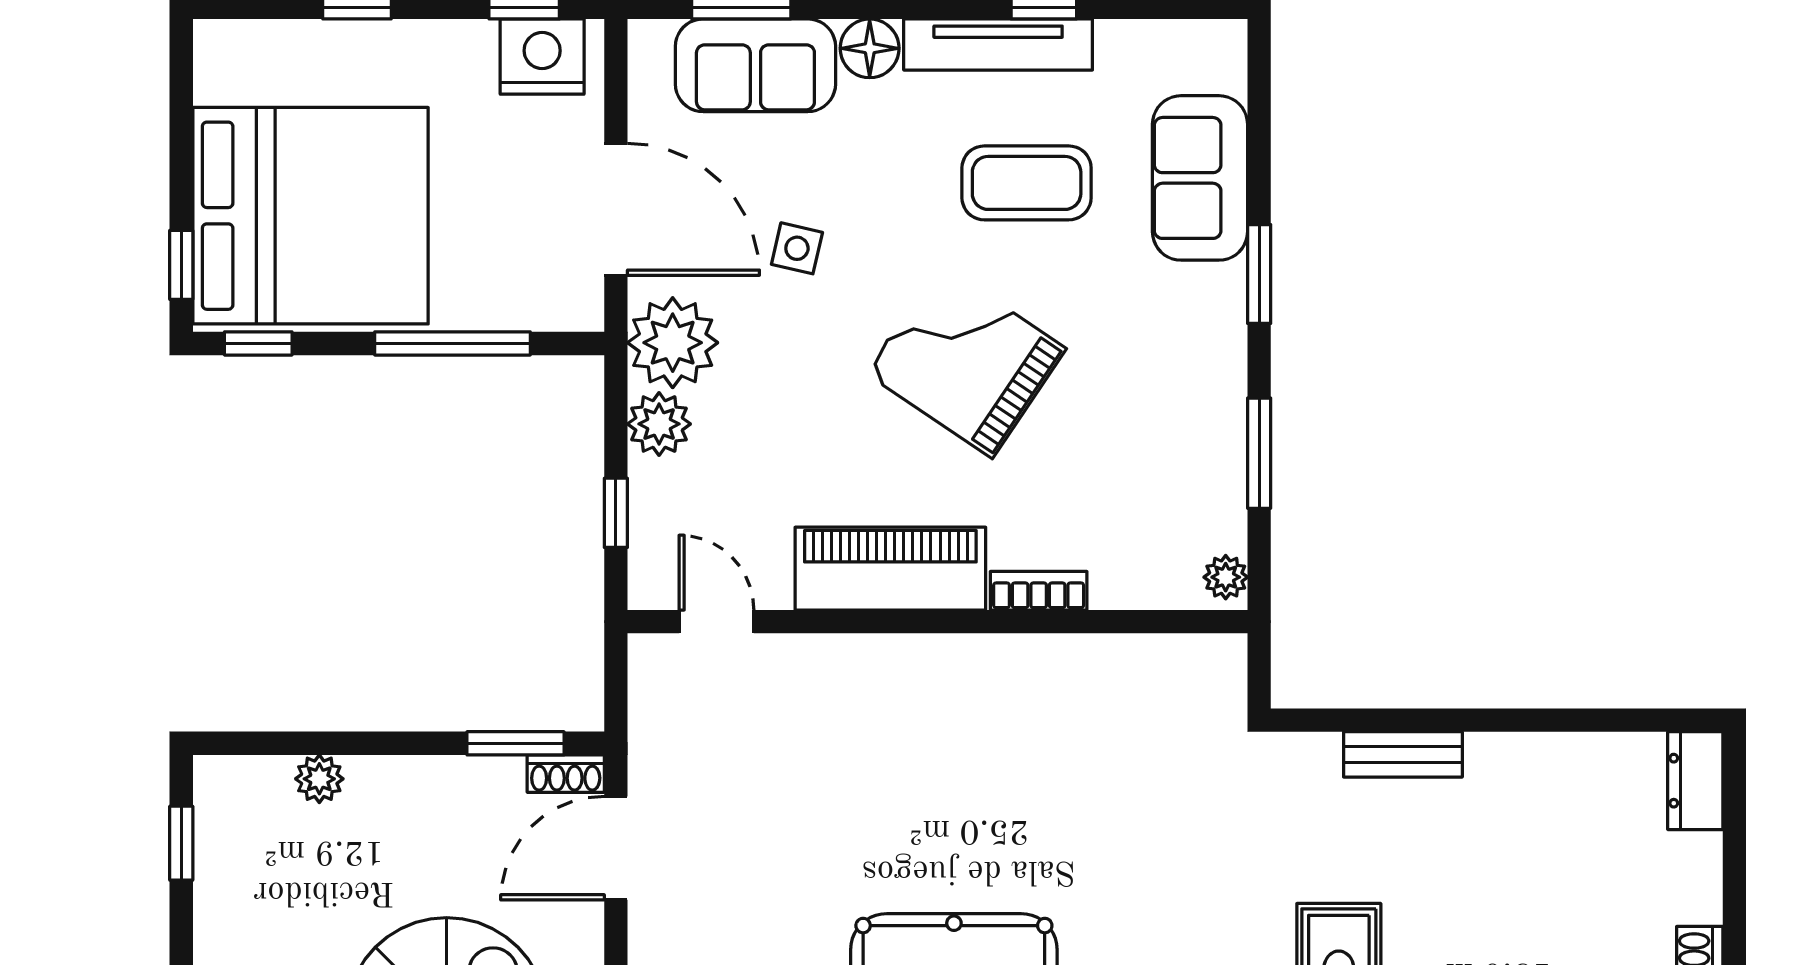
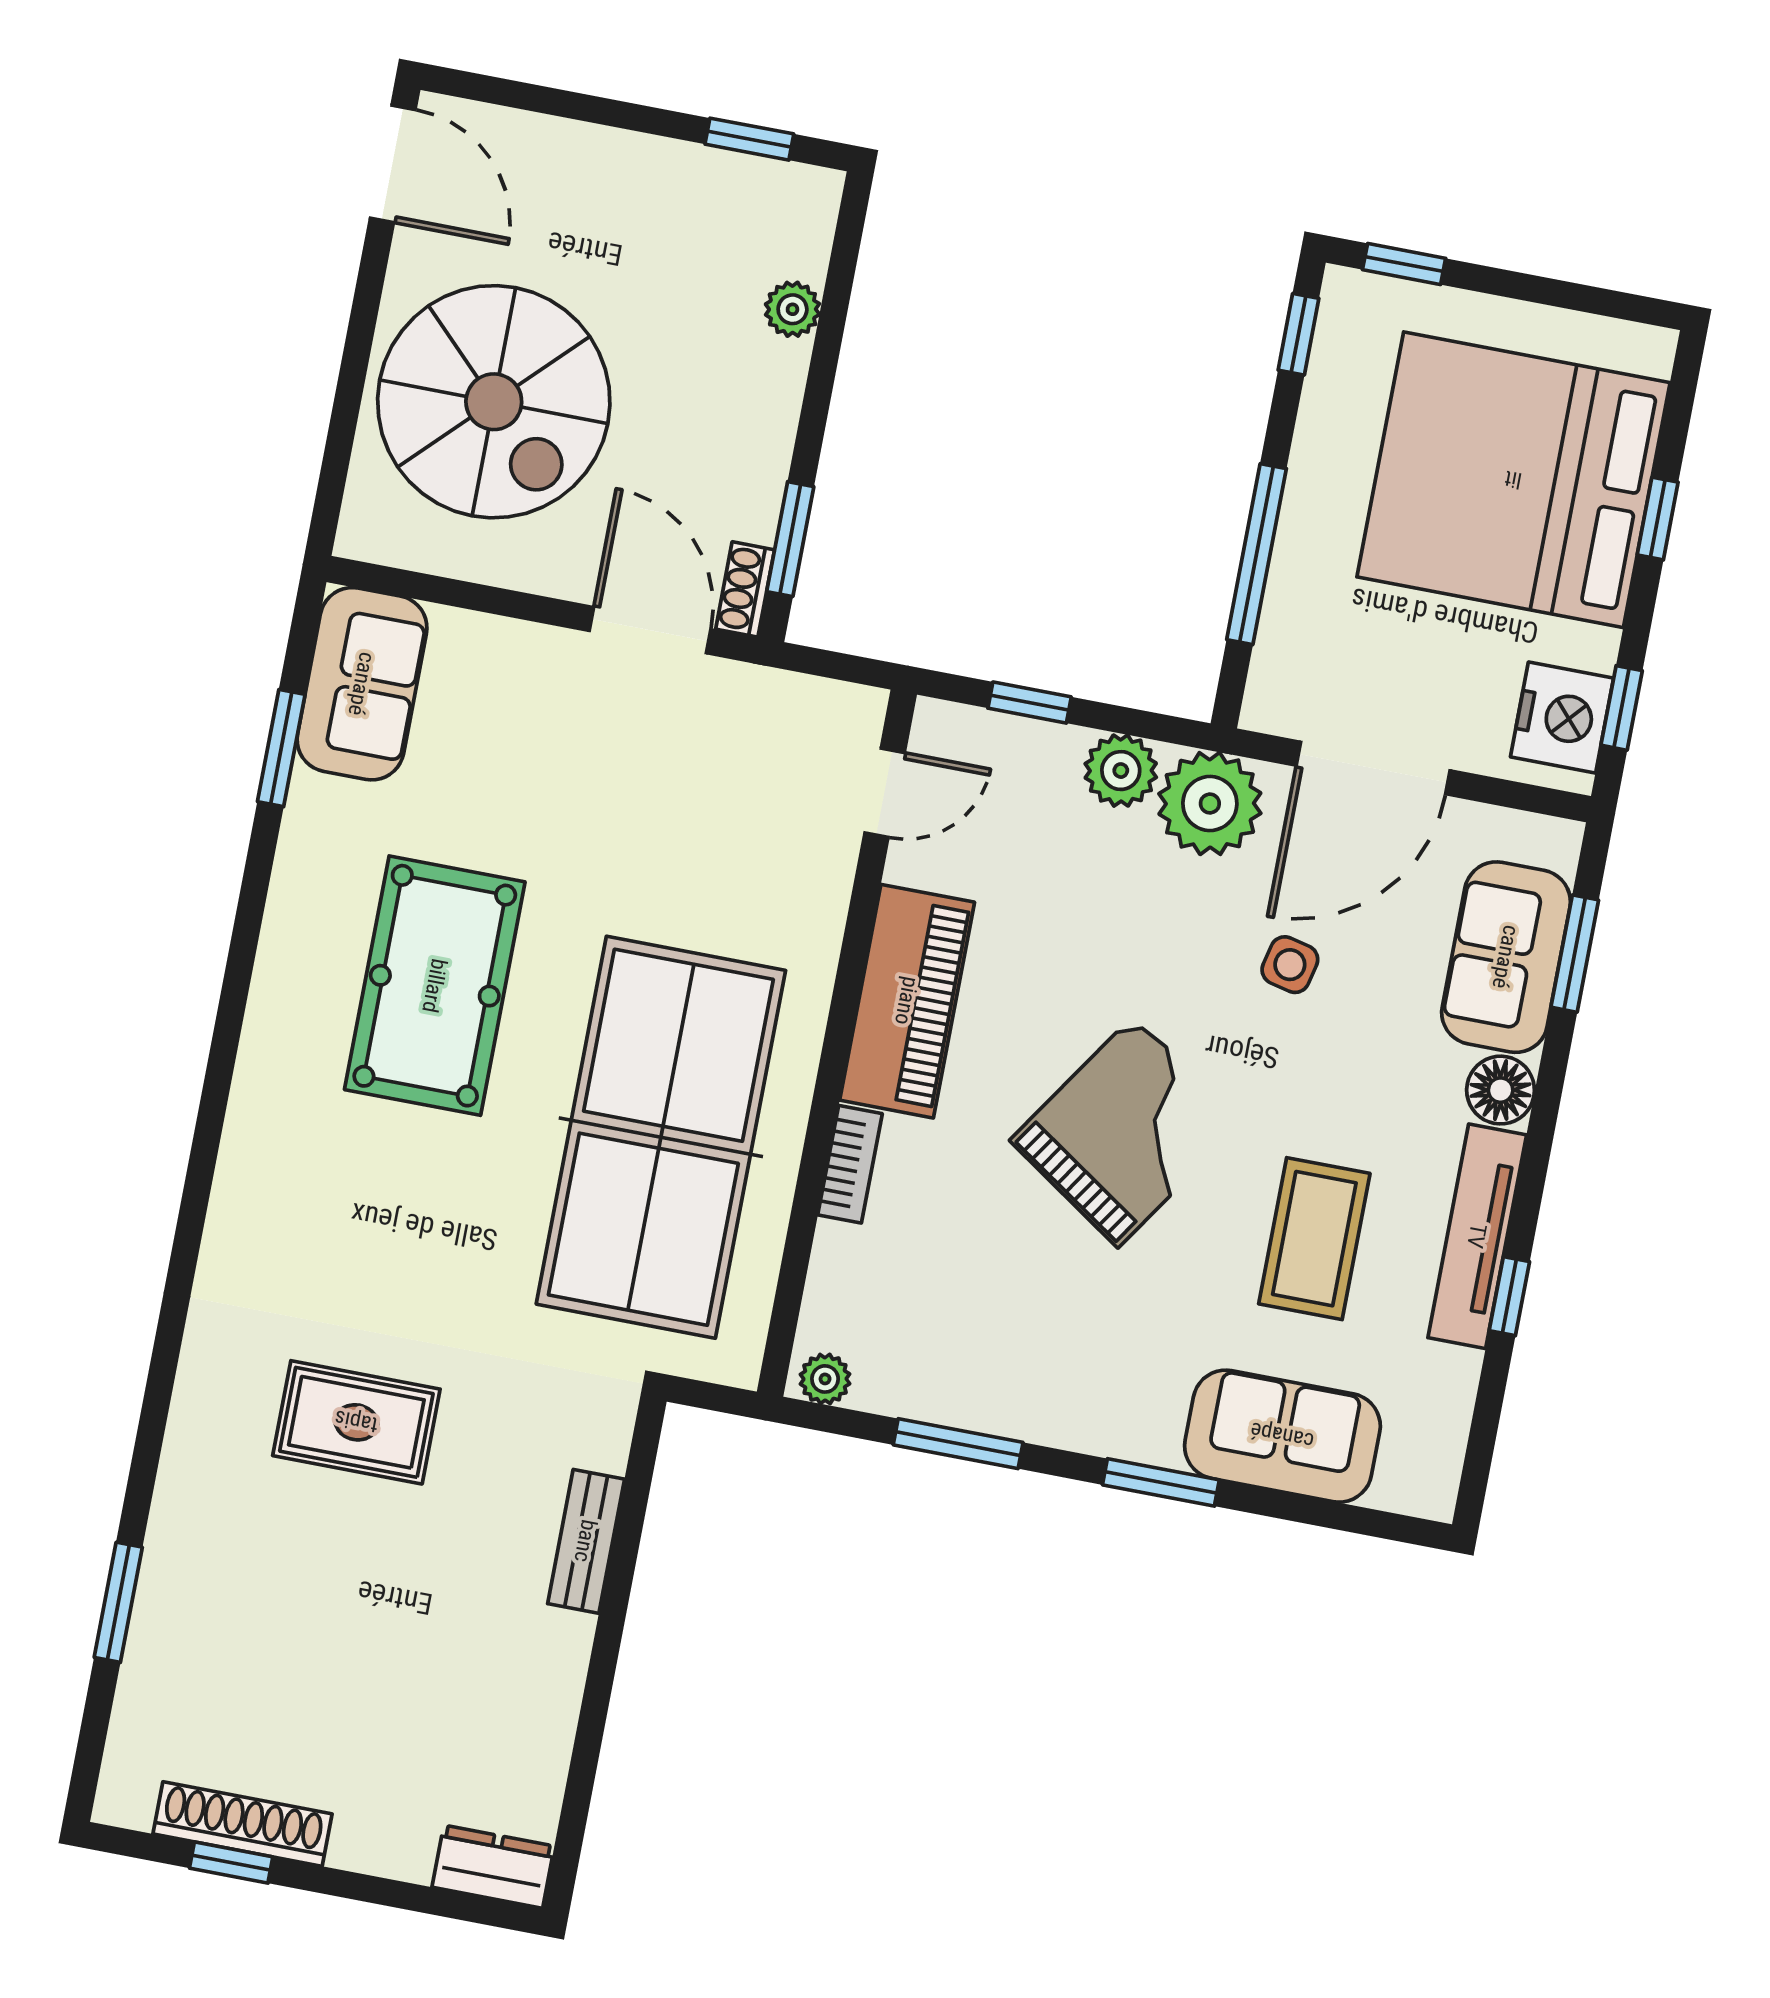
bed: (311, 216) -> (1513, 480), moved, turned 90
table tennis table: (1046, 756) -> (661, 1137), added

